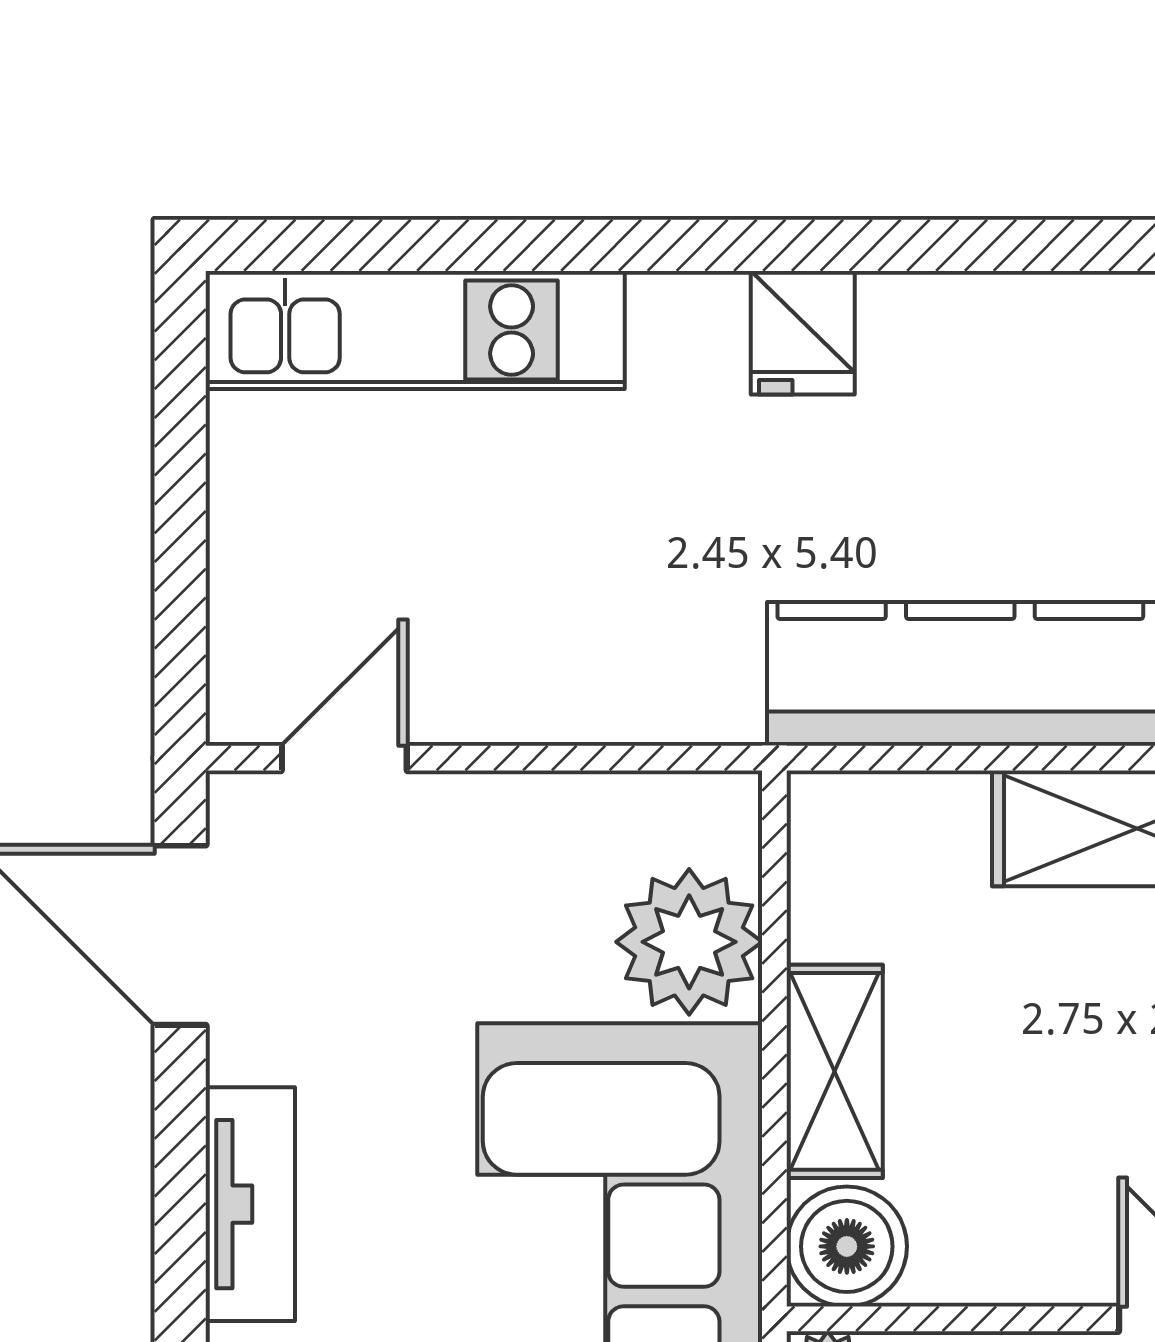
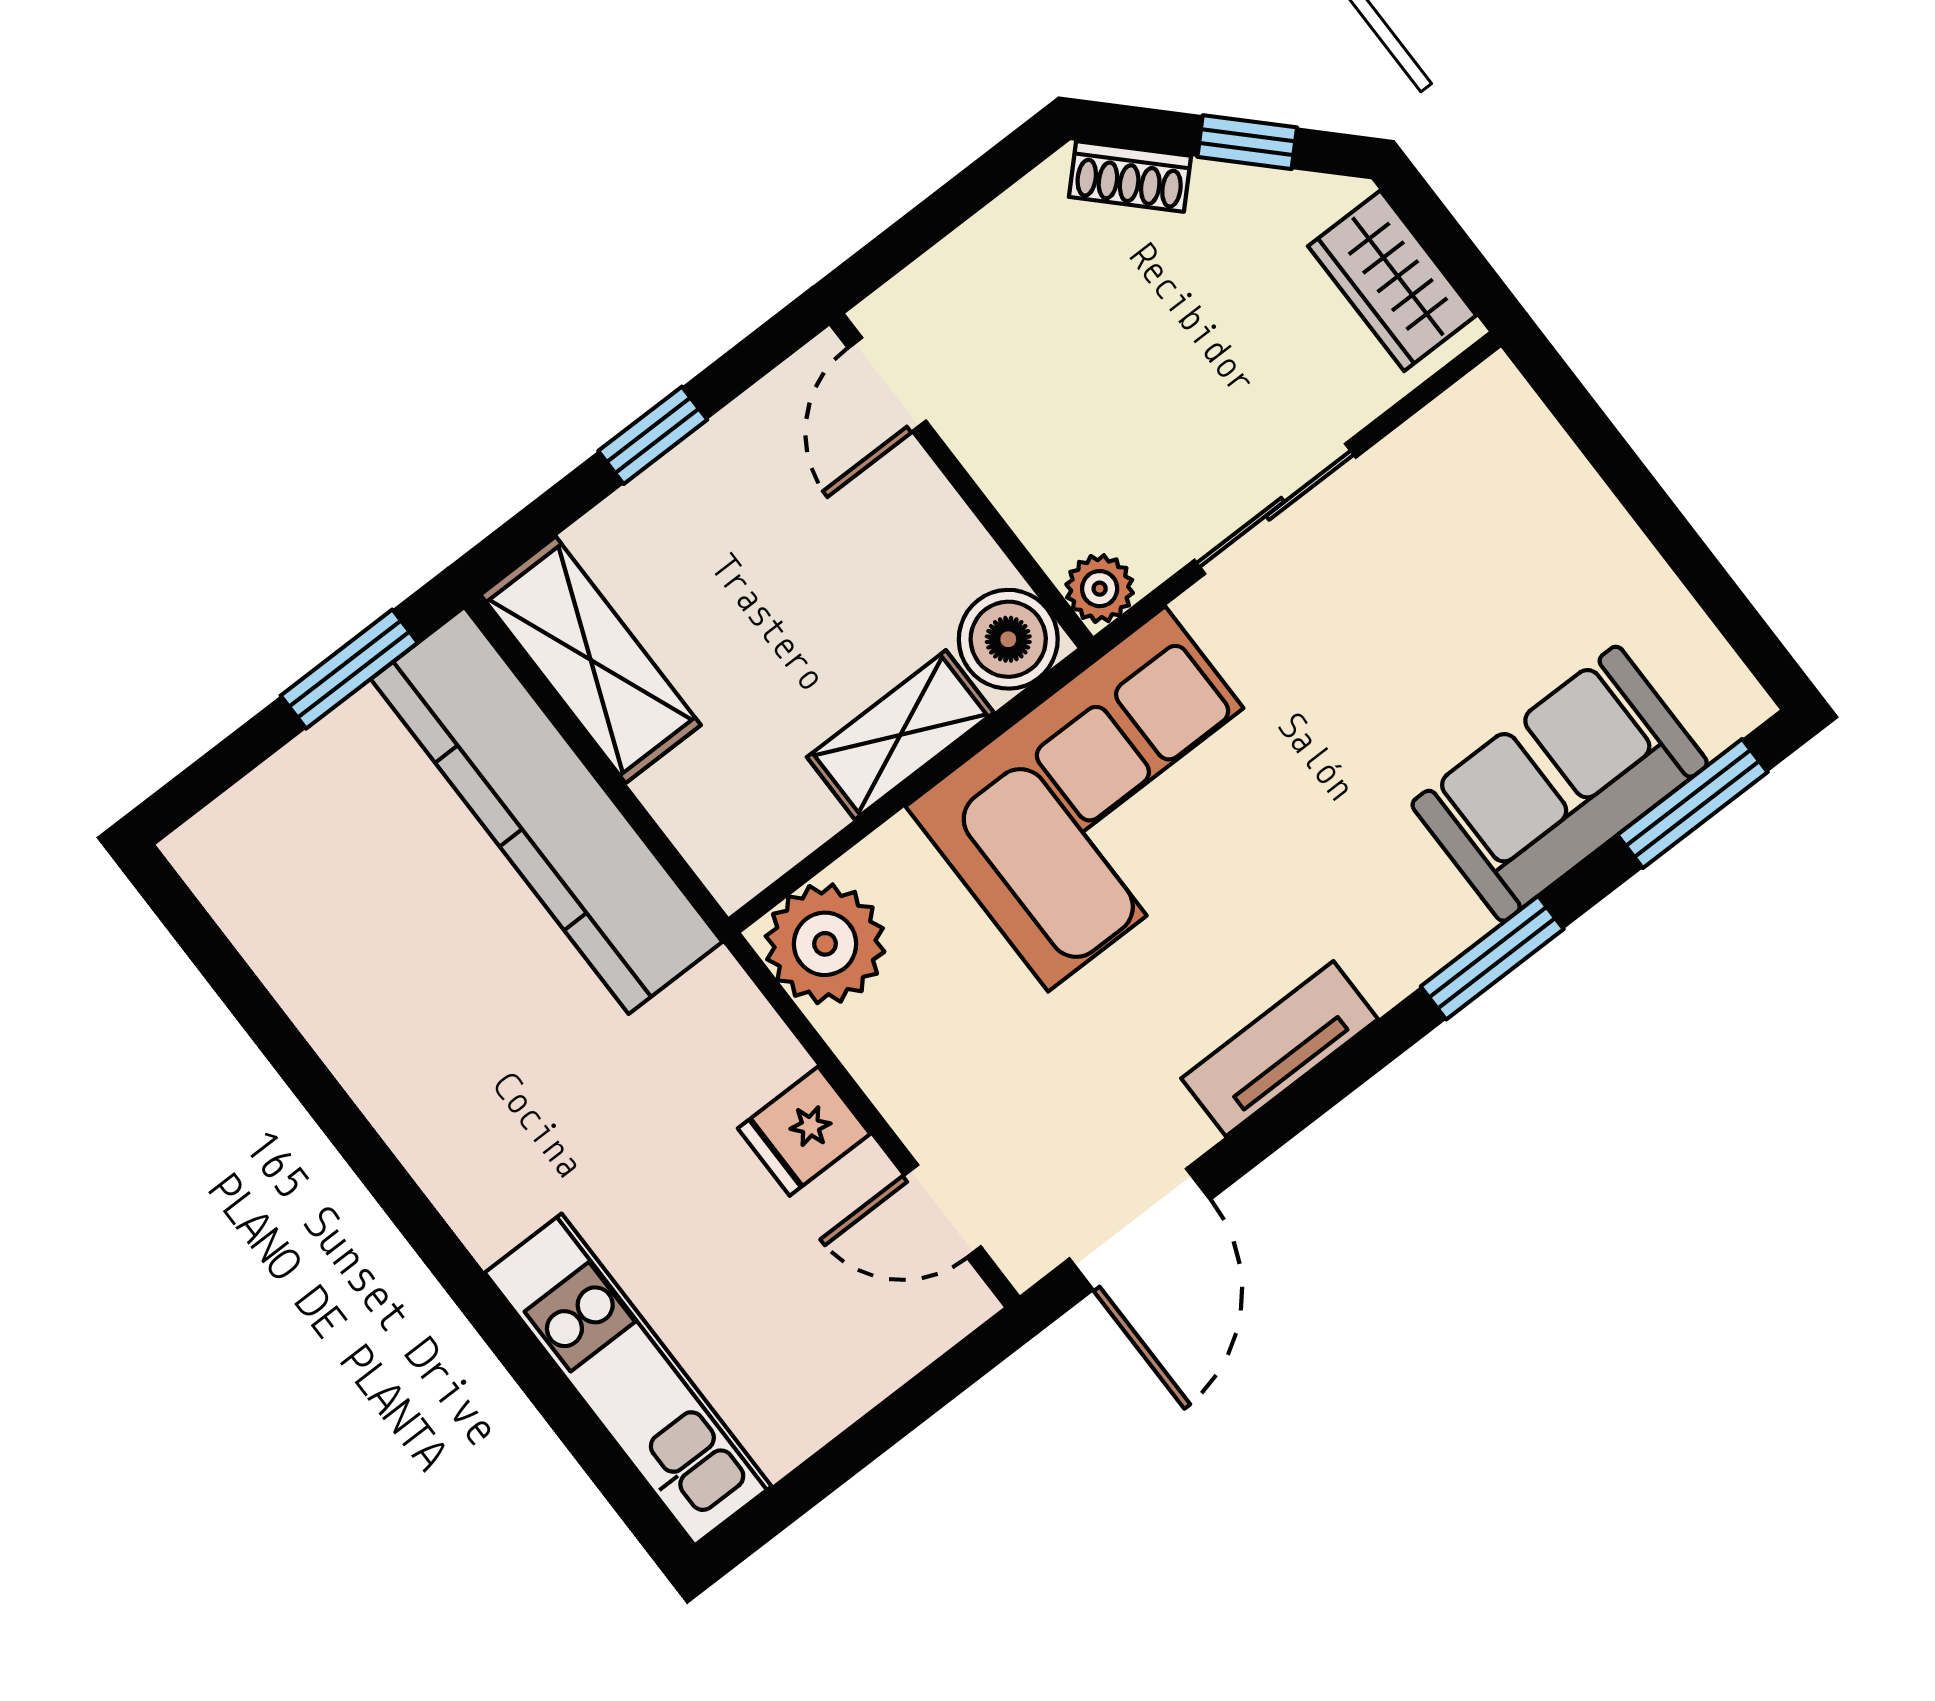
fridge: (803, 333) -> (804, 1131), moved, turned 180
plant: (689, 942) -> (825, 944), moved

